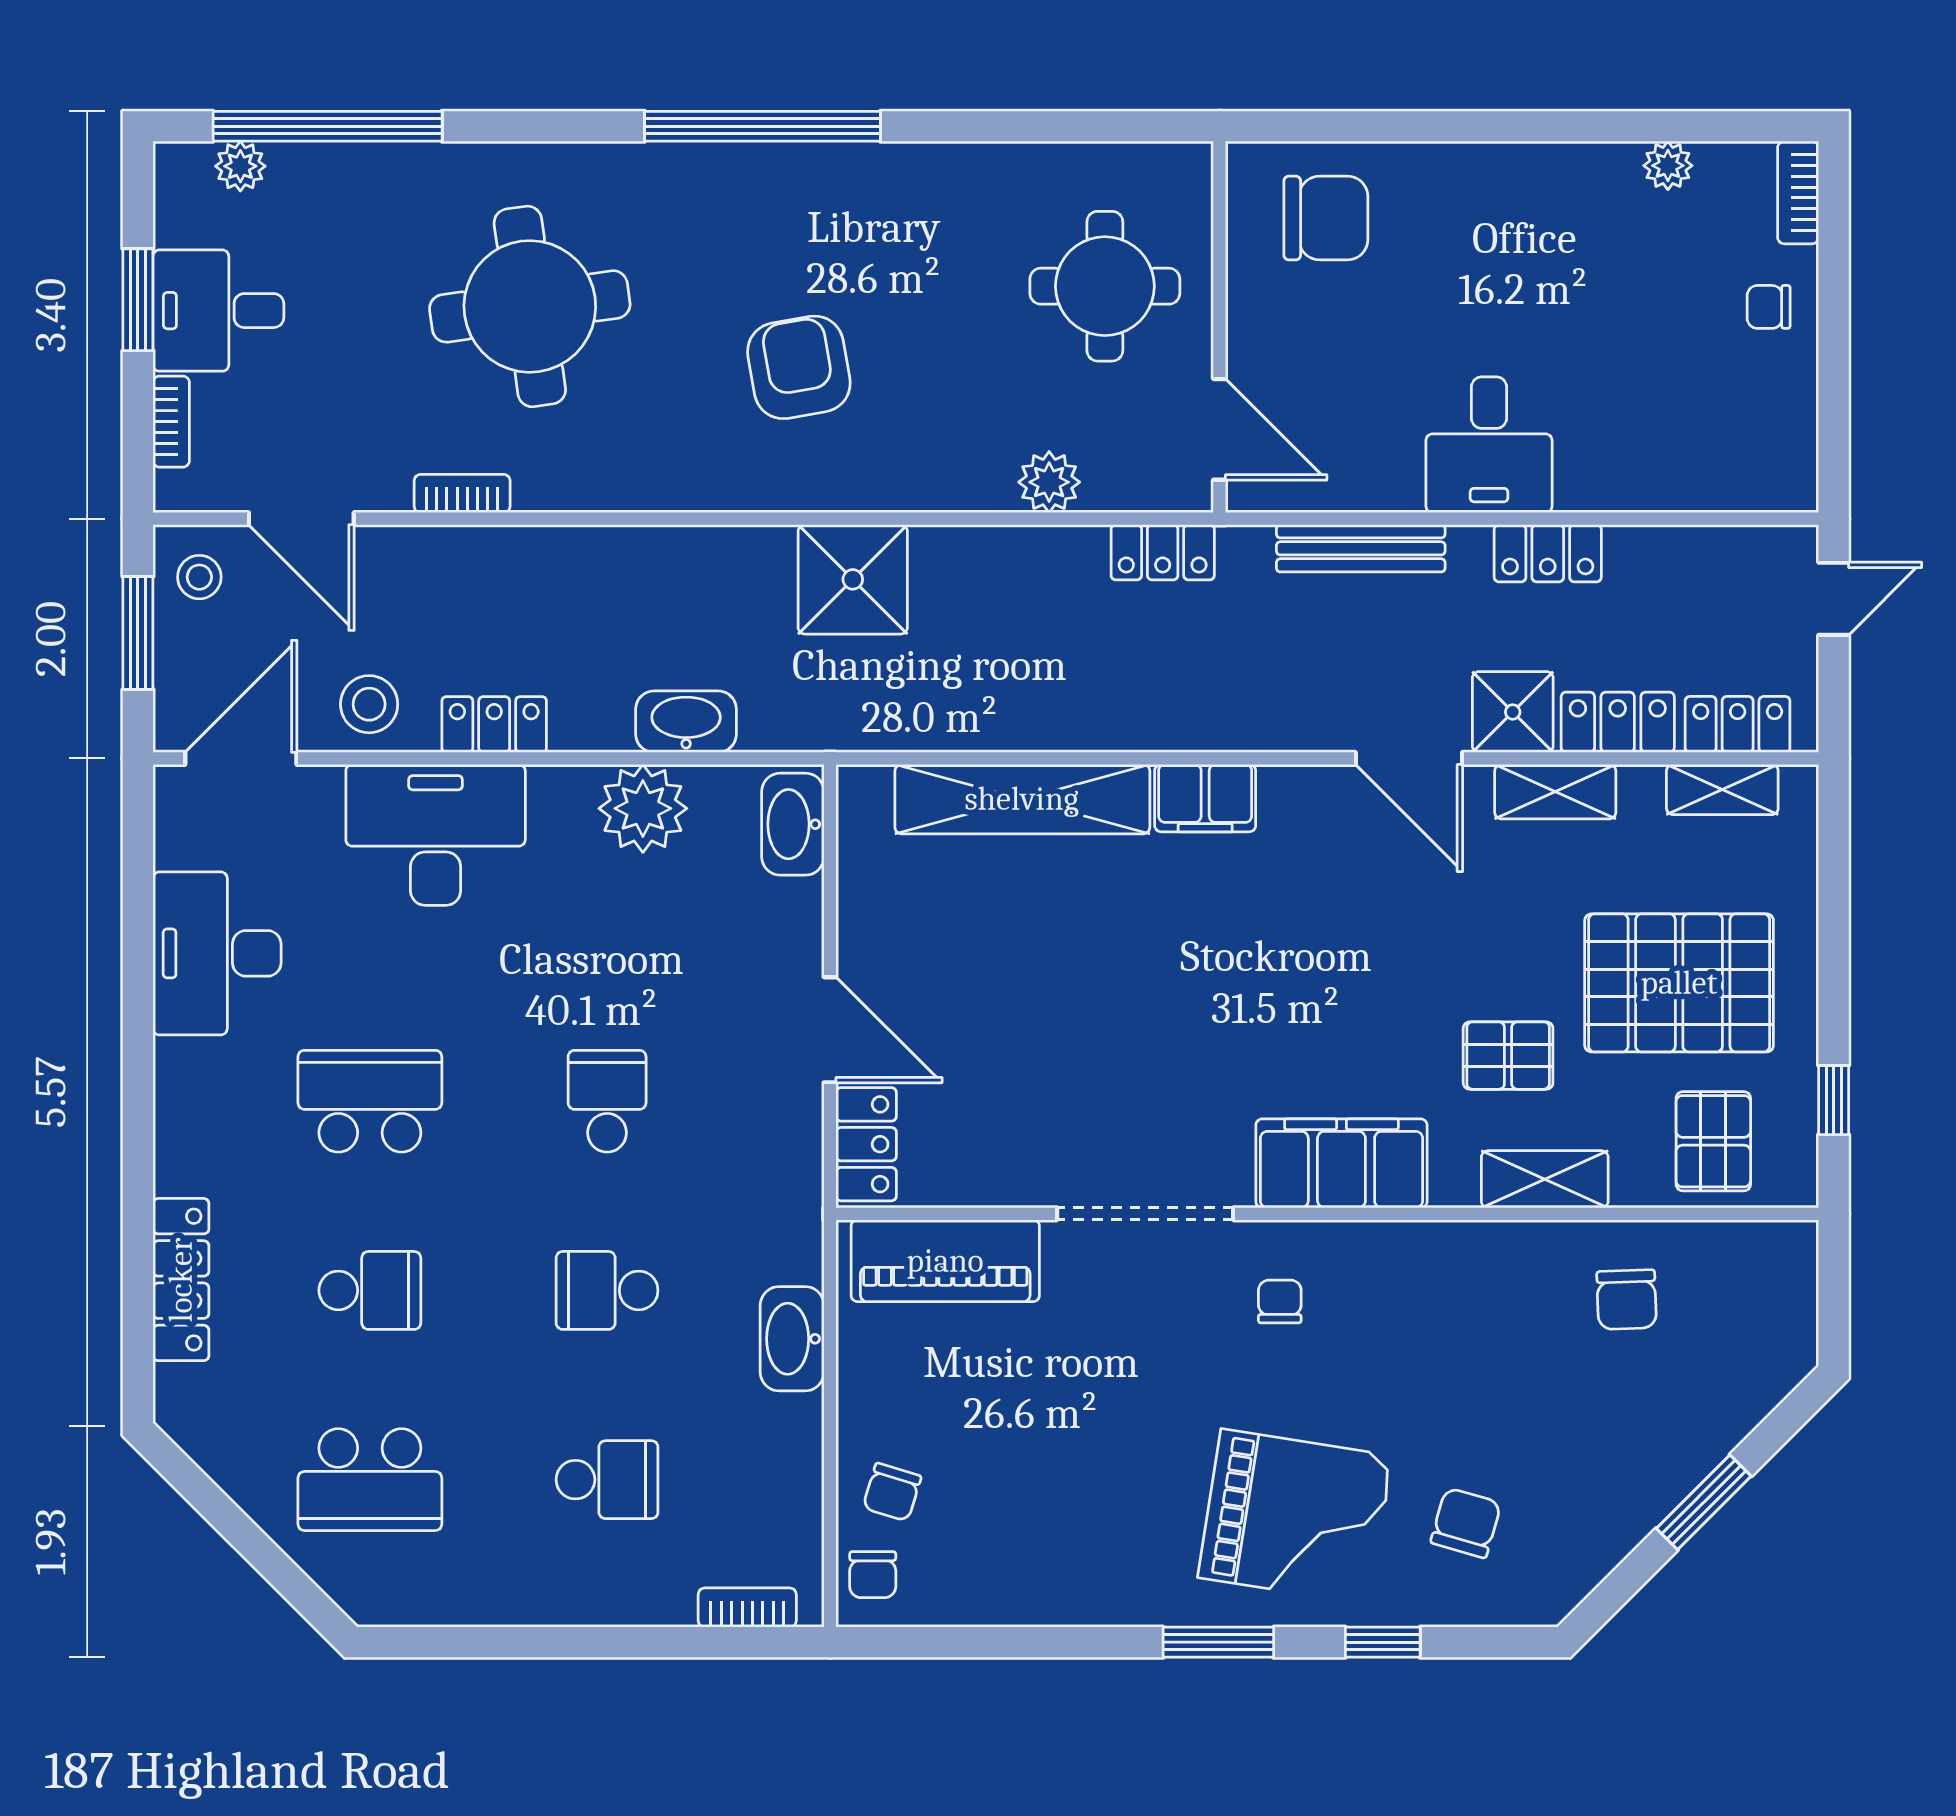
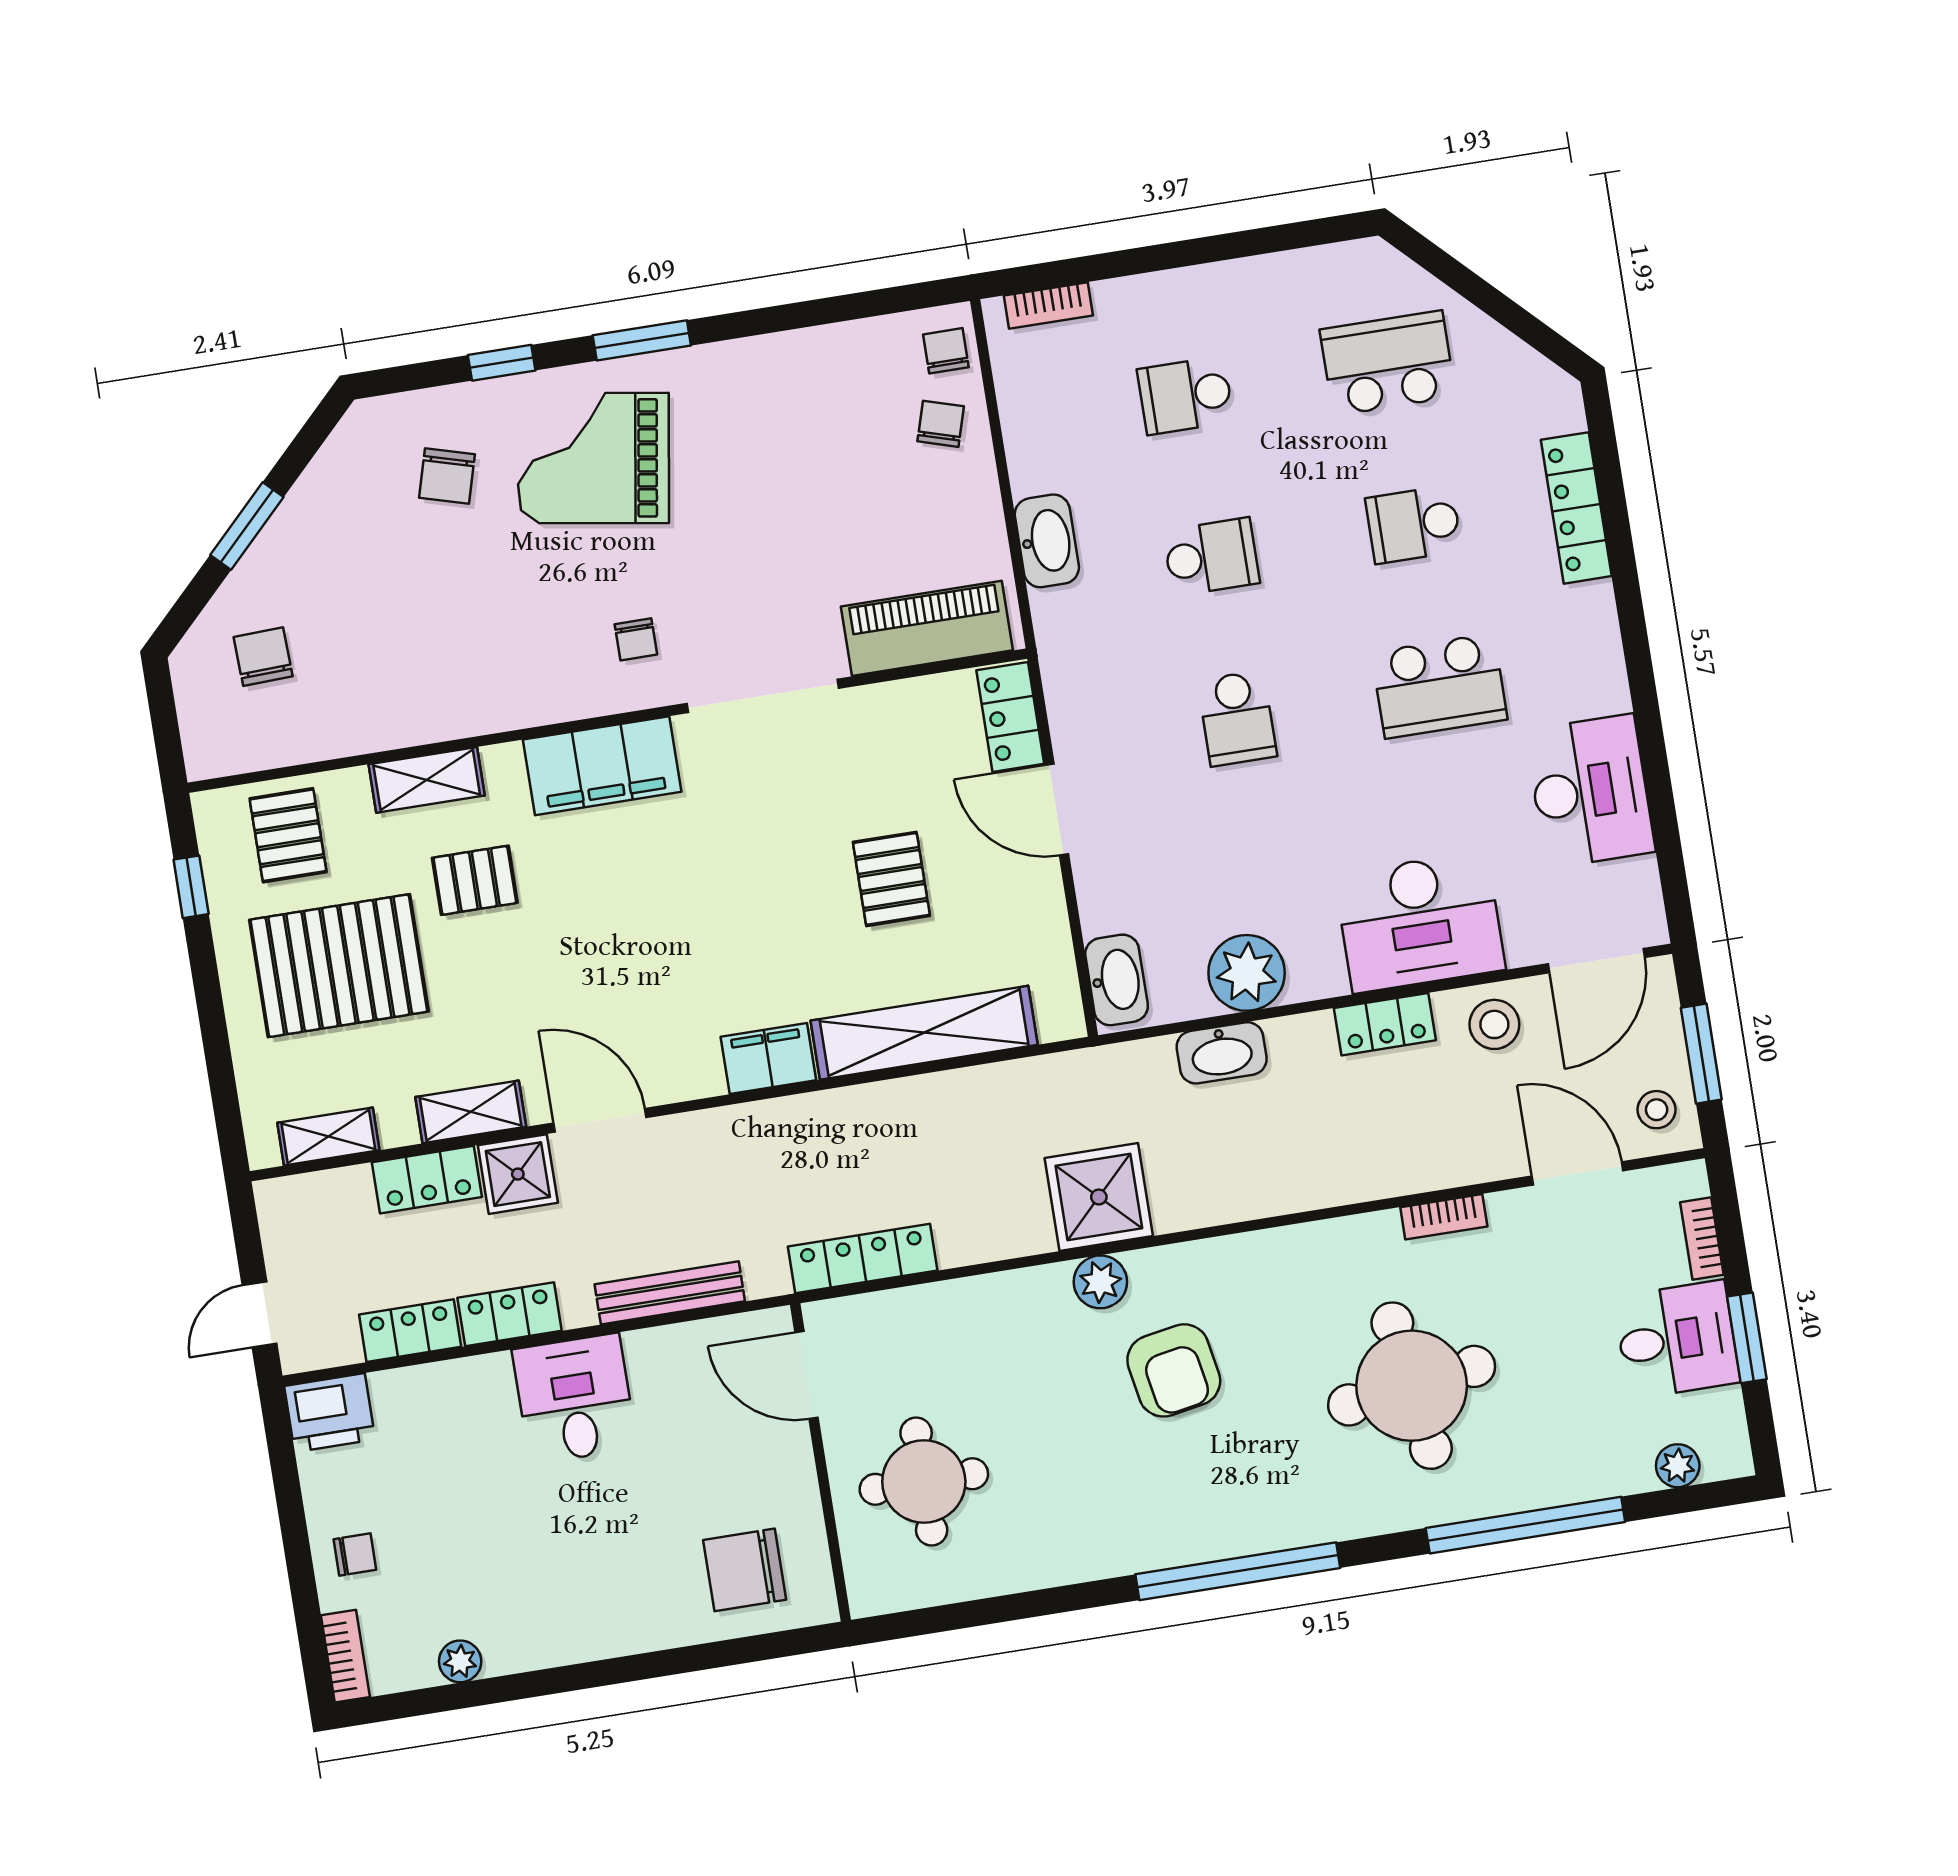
window: (328, 126) -> (1525, 1525), moved
printer: (1771, 474) -> (330, 1413), added
plant: (1049, 482) -> (1100, 1282), moved
locker: (1163, 552) -> (863, 1259), width x1.53
locker: (1738, 724) -> (410, 1331), moved, turned 180
pallet: (1032, 981) -> (891, 879), added
chair: (1627, 1300) -> (263, 657), moved

